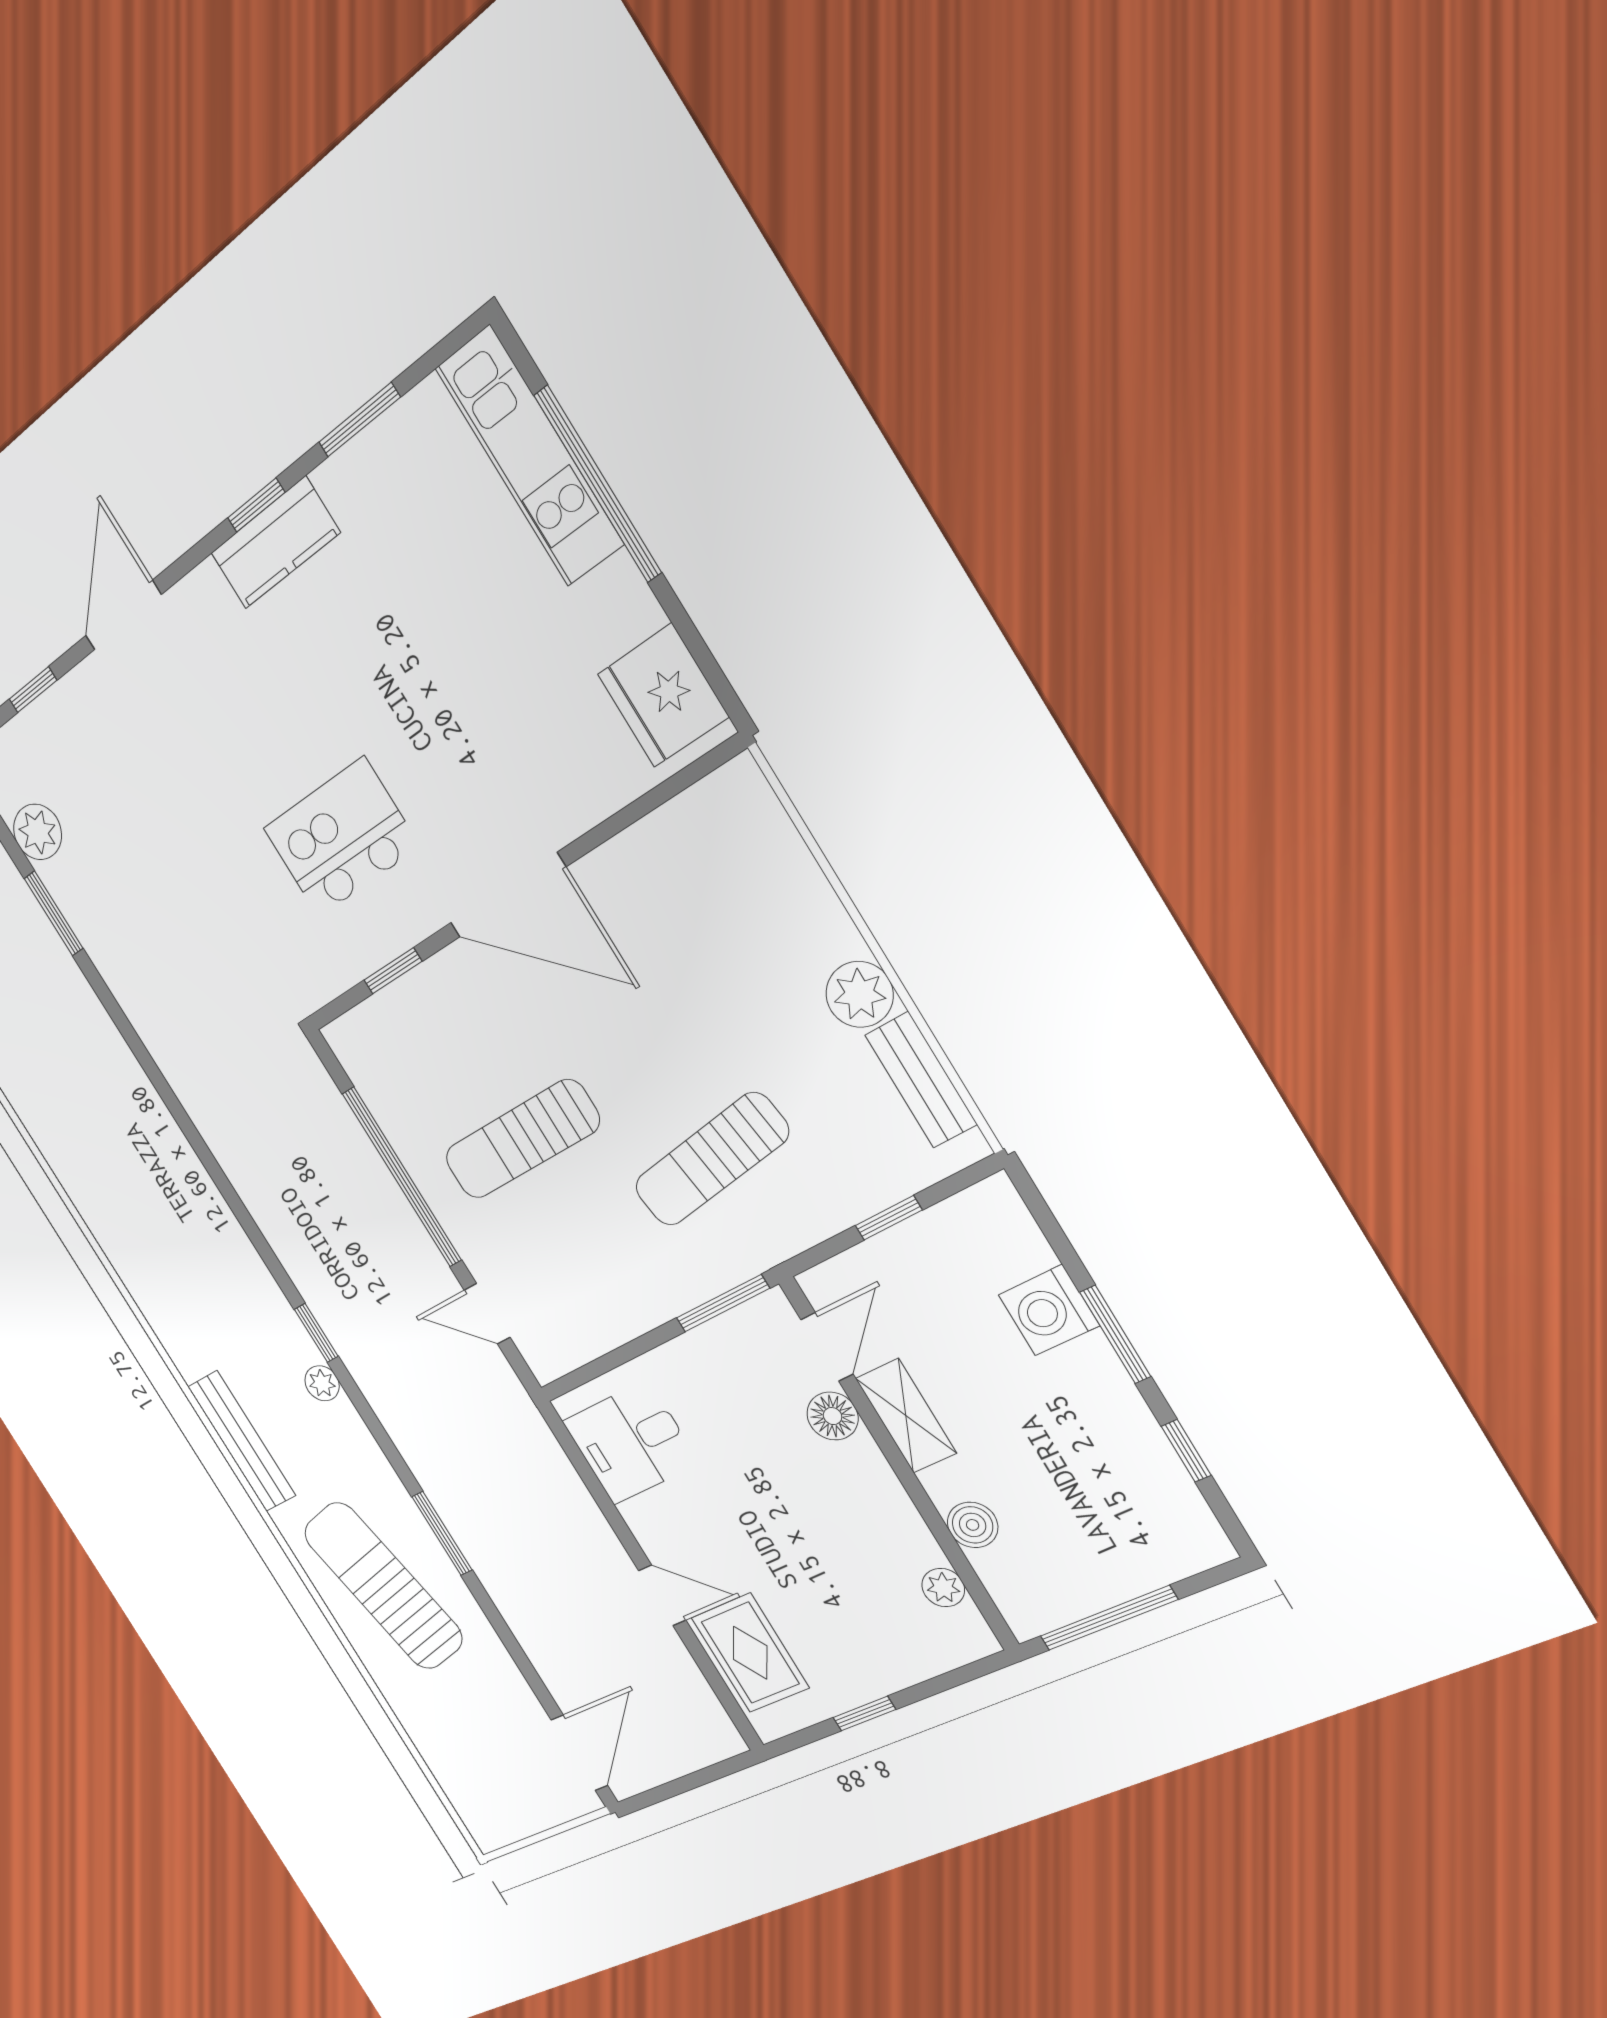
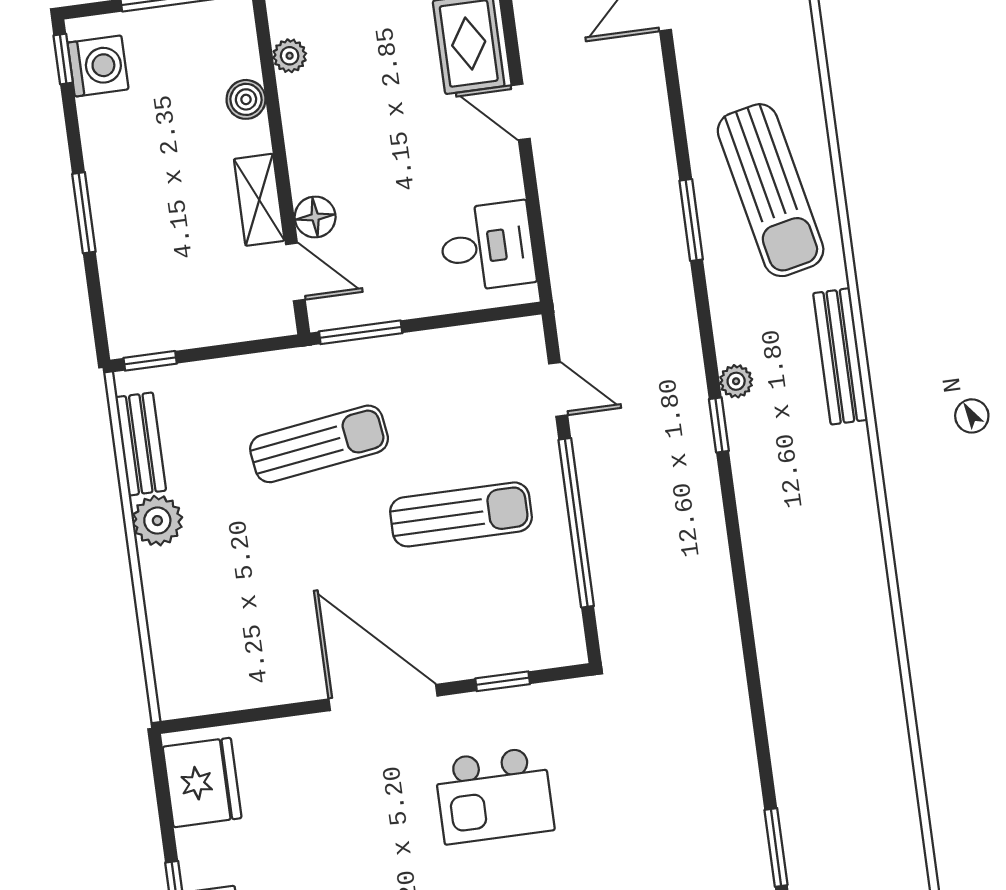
window: (889, 1218) -> (150, 361), moved
washing machine: (1049, 1310) -> (98, 66), moved
door: (827, 1347) -> (295, 272), swing flipped
window: (1186, 1451) -> (63, 59), moved

